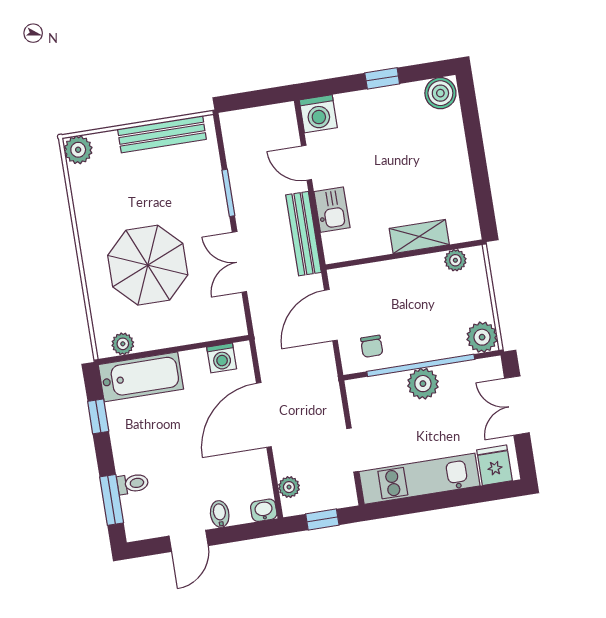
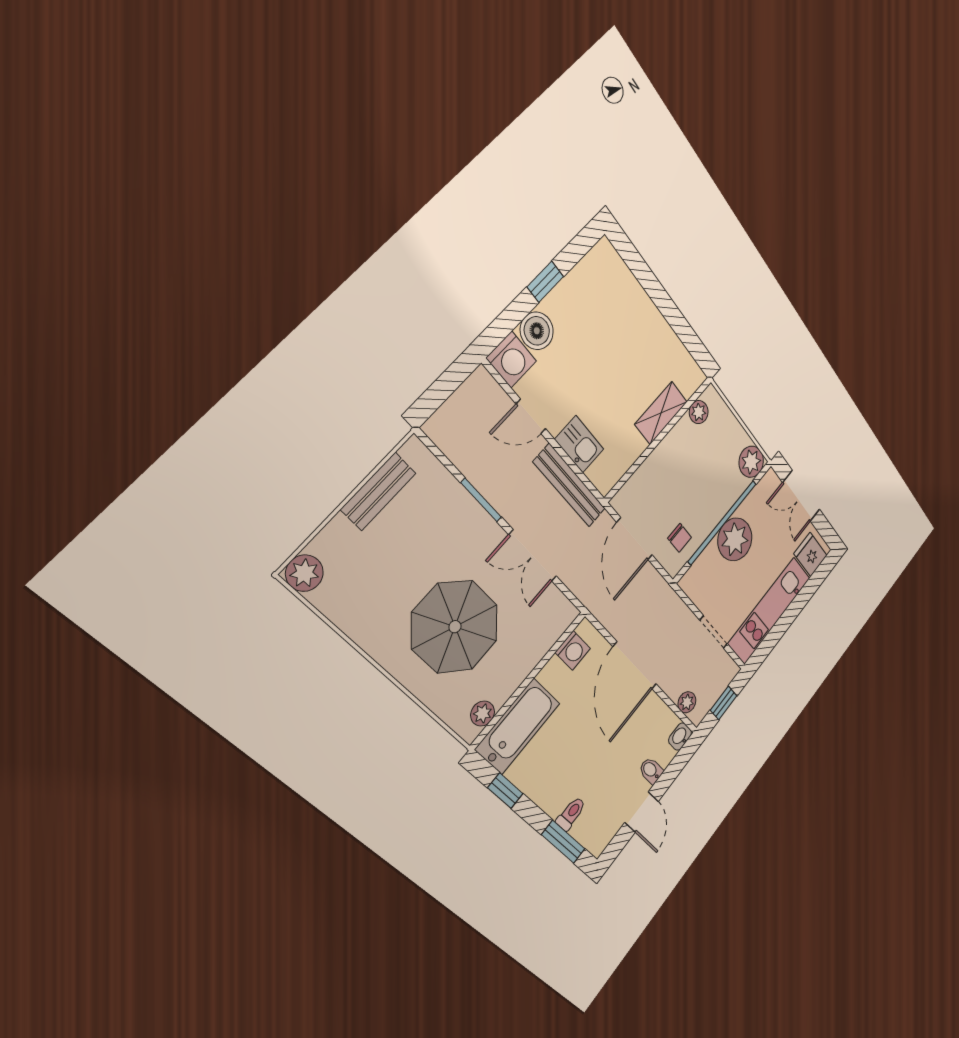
boiler: (440, 93) -> (537, 331), moved
bench: (162, 134) -> (379, 491), width x0.73
plant: (423, 384) -> (735, 539), width x1.36, depth x1.36

